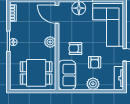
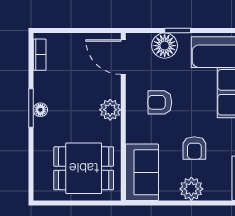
armchair: (75, 48) -> (160, 102), moved

